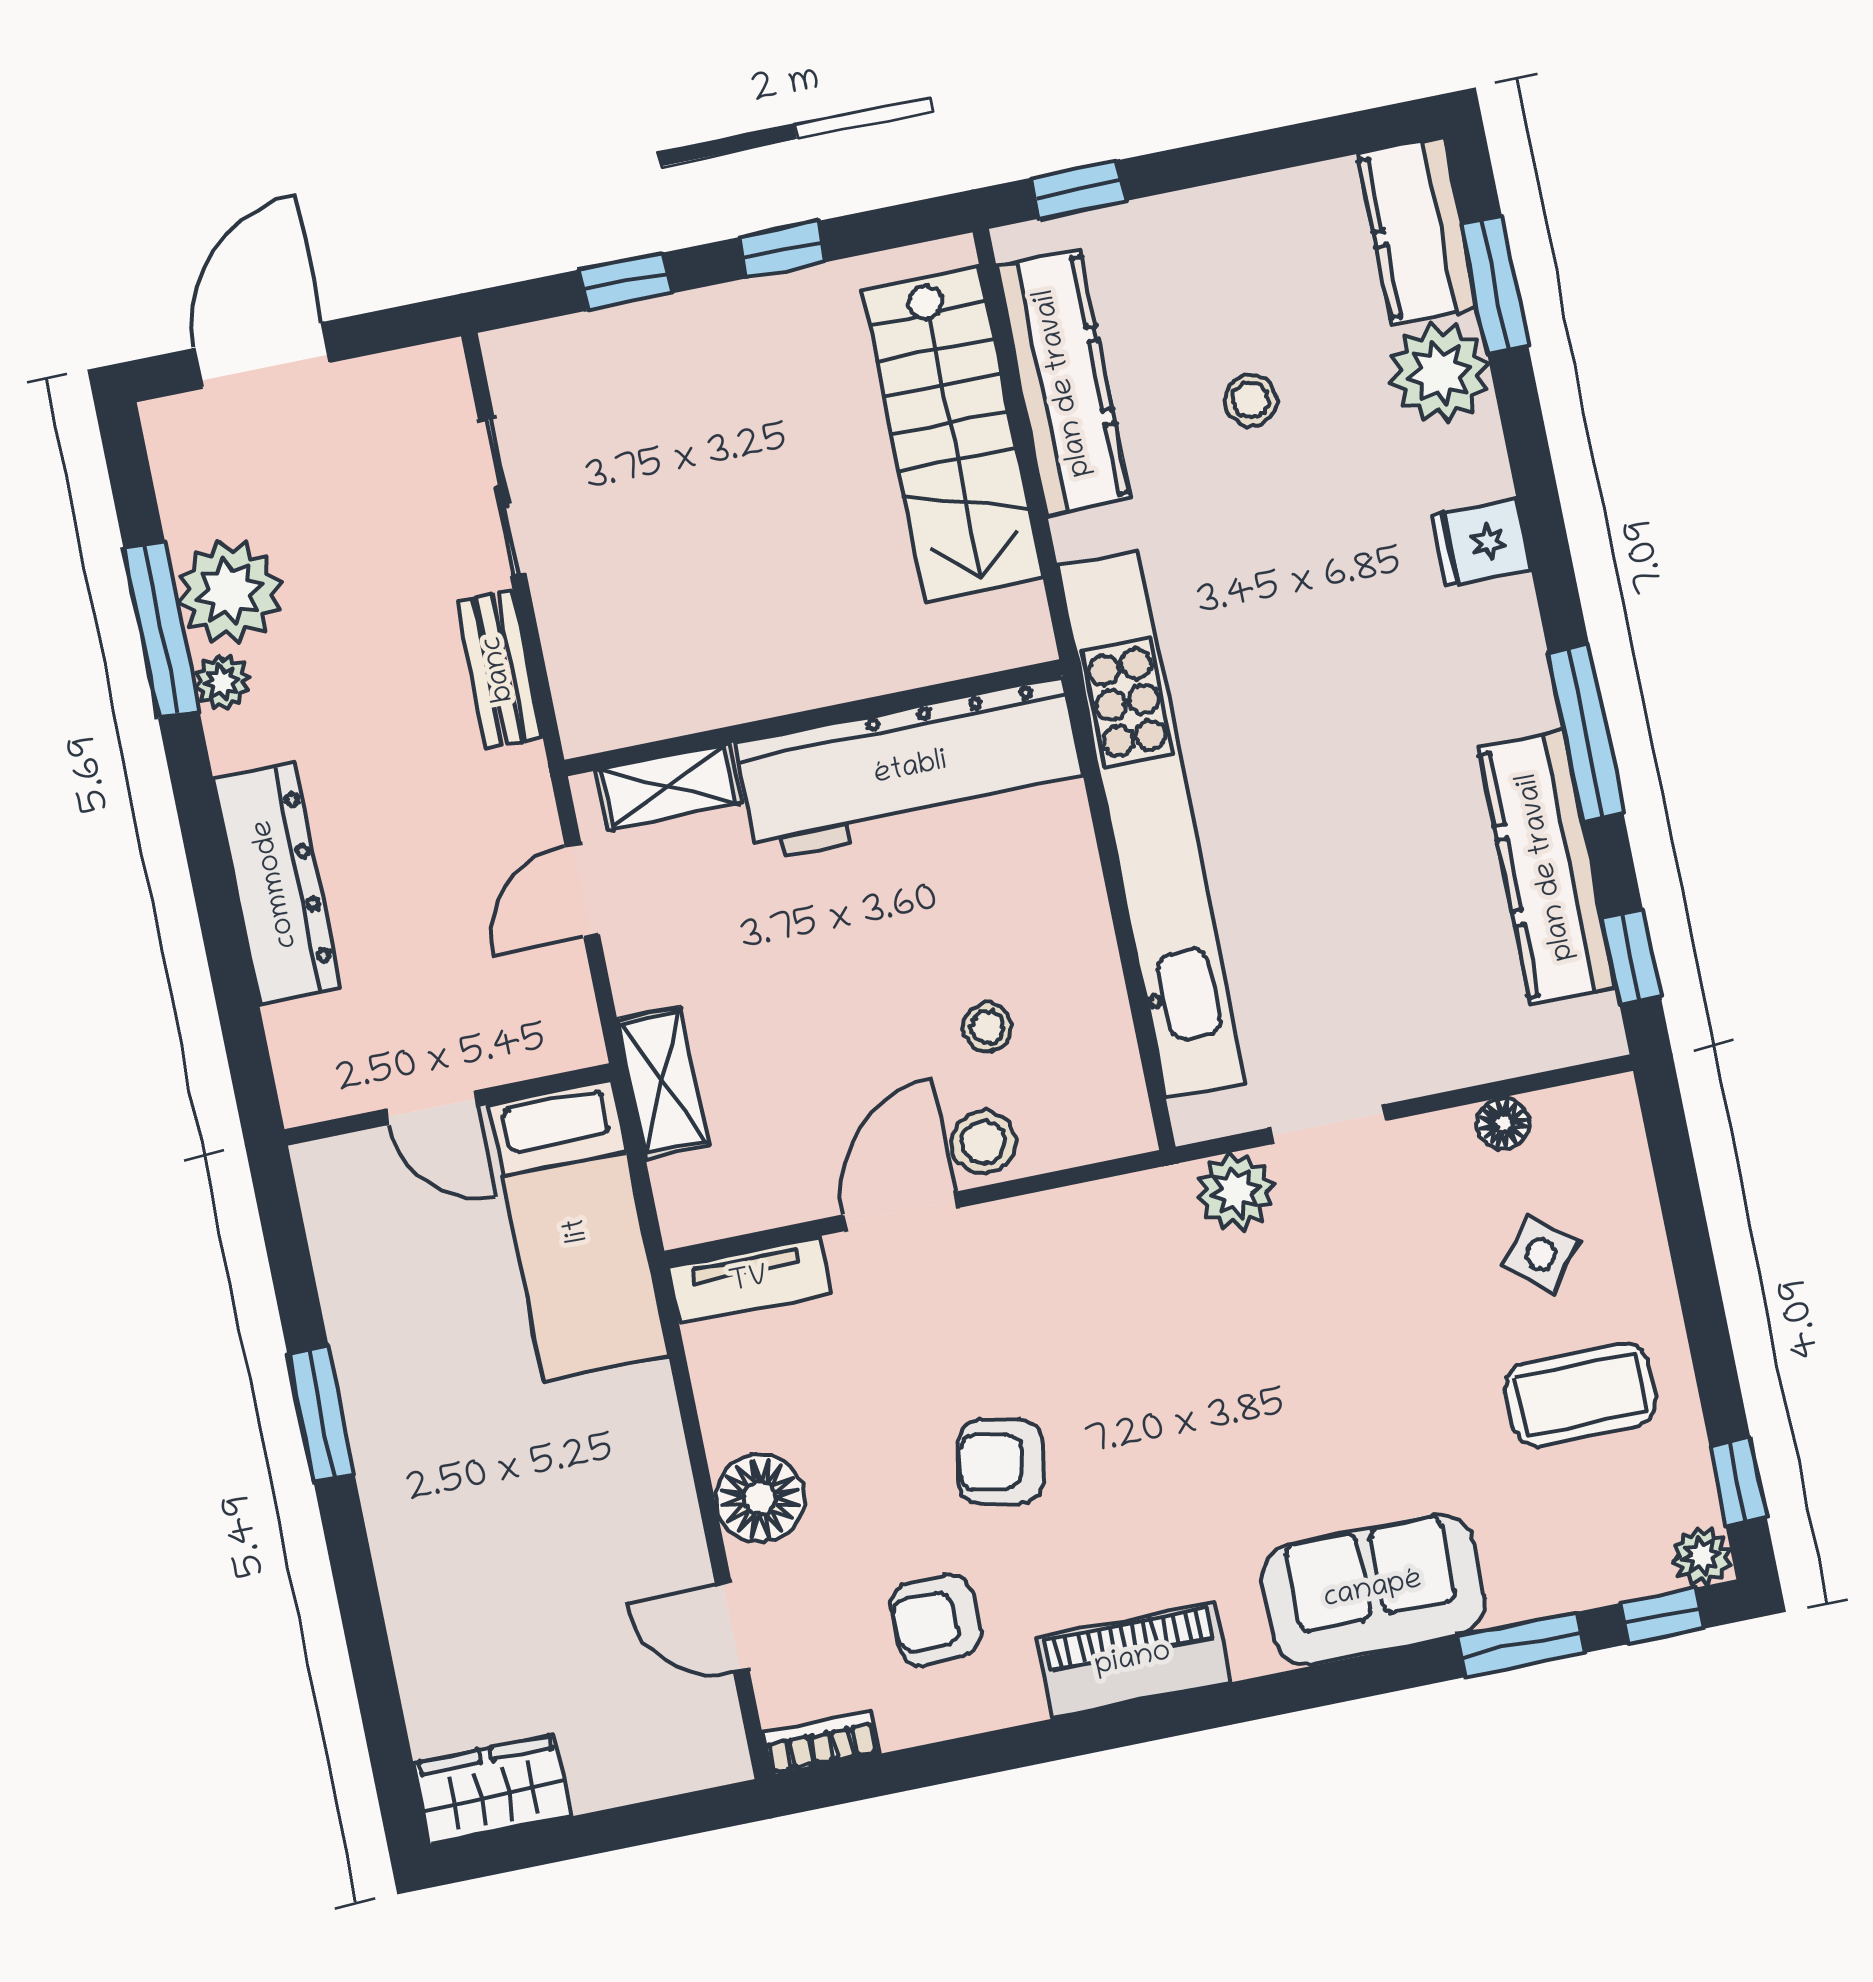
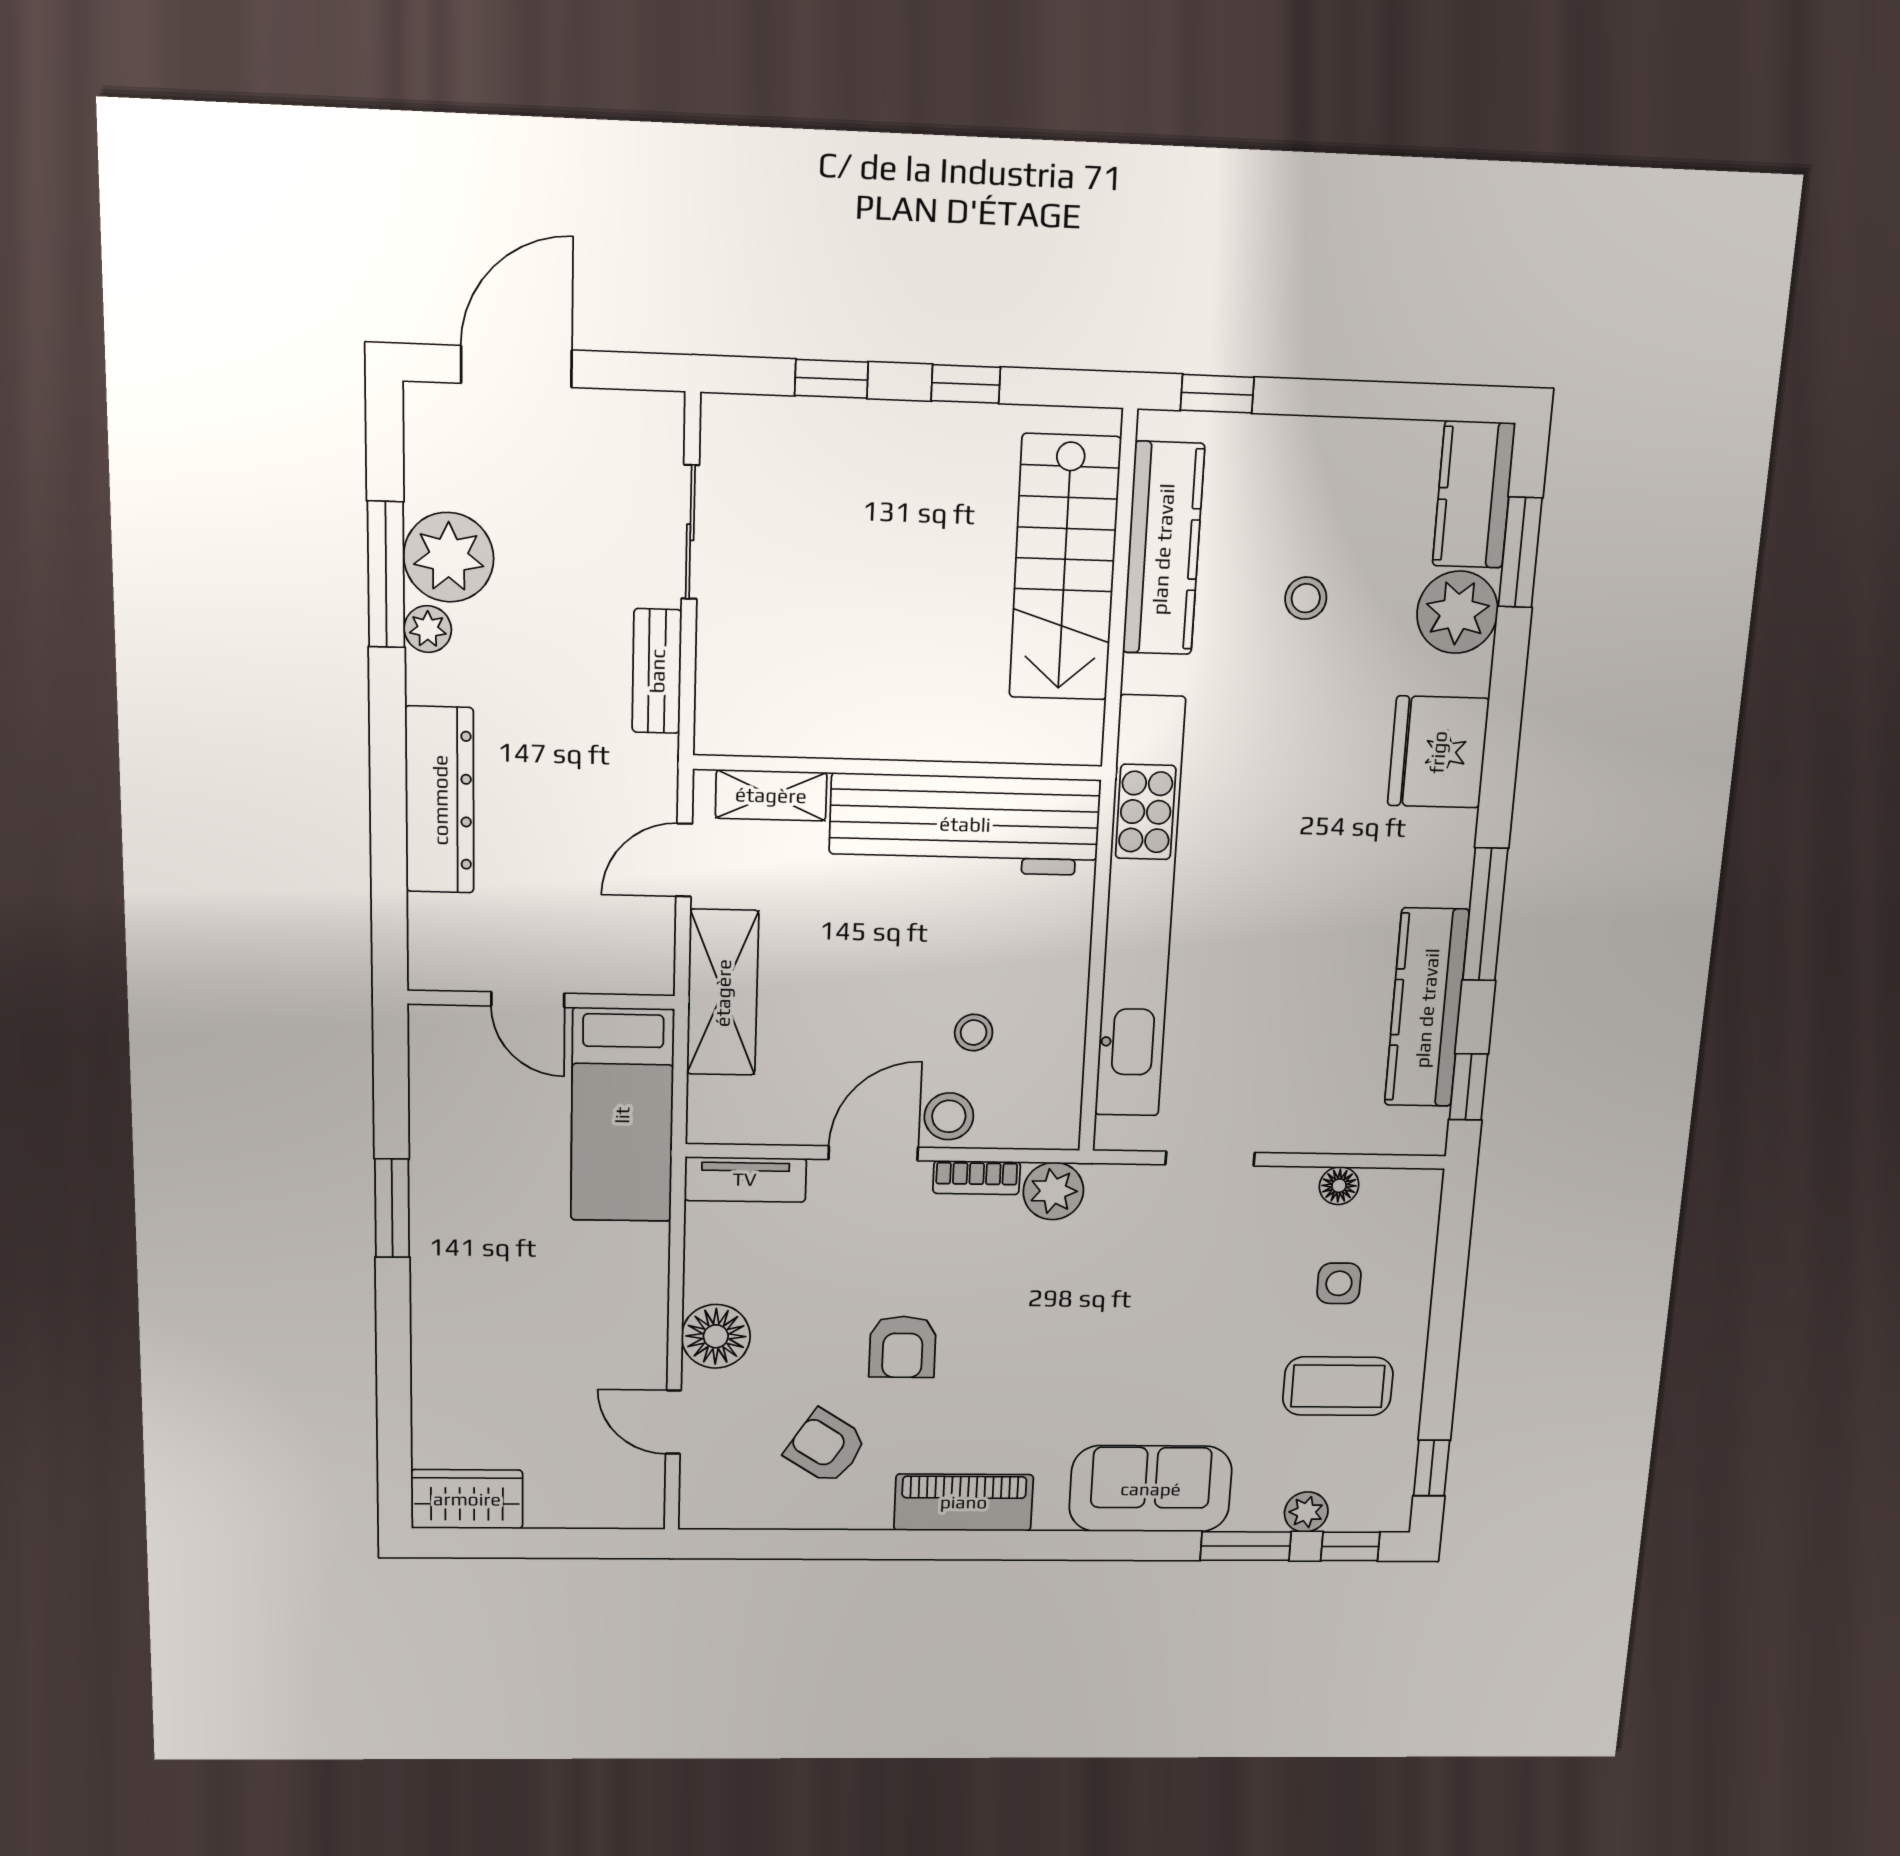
fridge: (1481, 543) -> (1438, 752), width x1.88, depth x1.34
shelving: (663, 1083) -> (723, 993), width x1.50, depth x1.33
plant: (1236, 1191) -> (1053, 1191), moved
side table: (1541, 1254) -> (1339, 1283), turned -38
armchair: (1001, 1462) -> (903, 1347), turned -101
plant: (1702, 1556) -> (1306, 1512), moved
armchair: (935, 1620) -> (826, 1447), turned 33
bookcase: (821, 1743) -> (977, 1178), moved, turned 180

